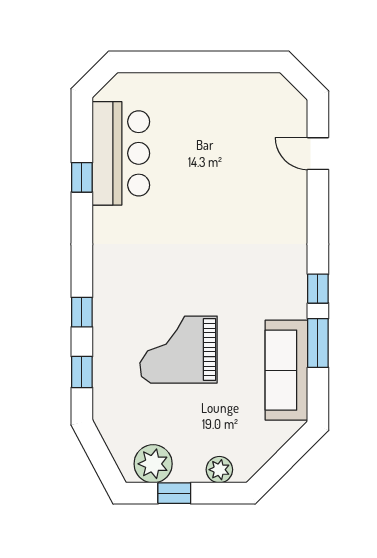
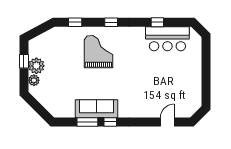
window: (82, 312) -> (111, 22), moved
grand piano: (179, 350) -> (98, 52), moved
sofa: (286, 370) -> (97, 109), moved
plant: (153, 464) -> (36, 66), moved

